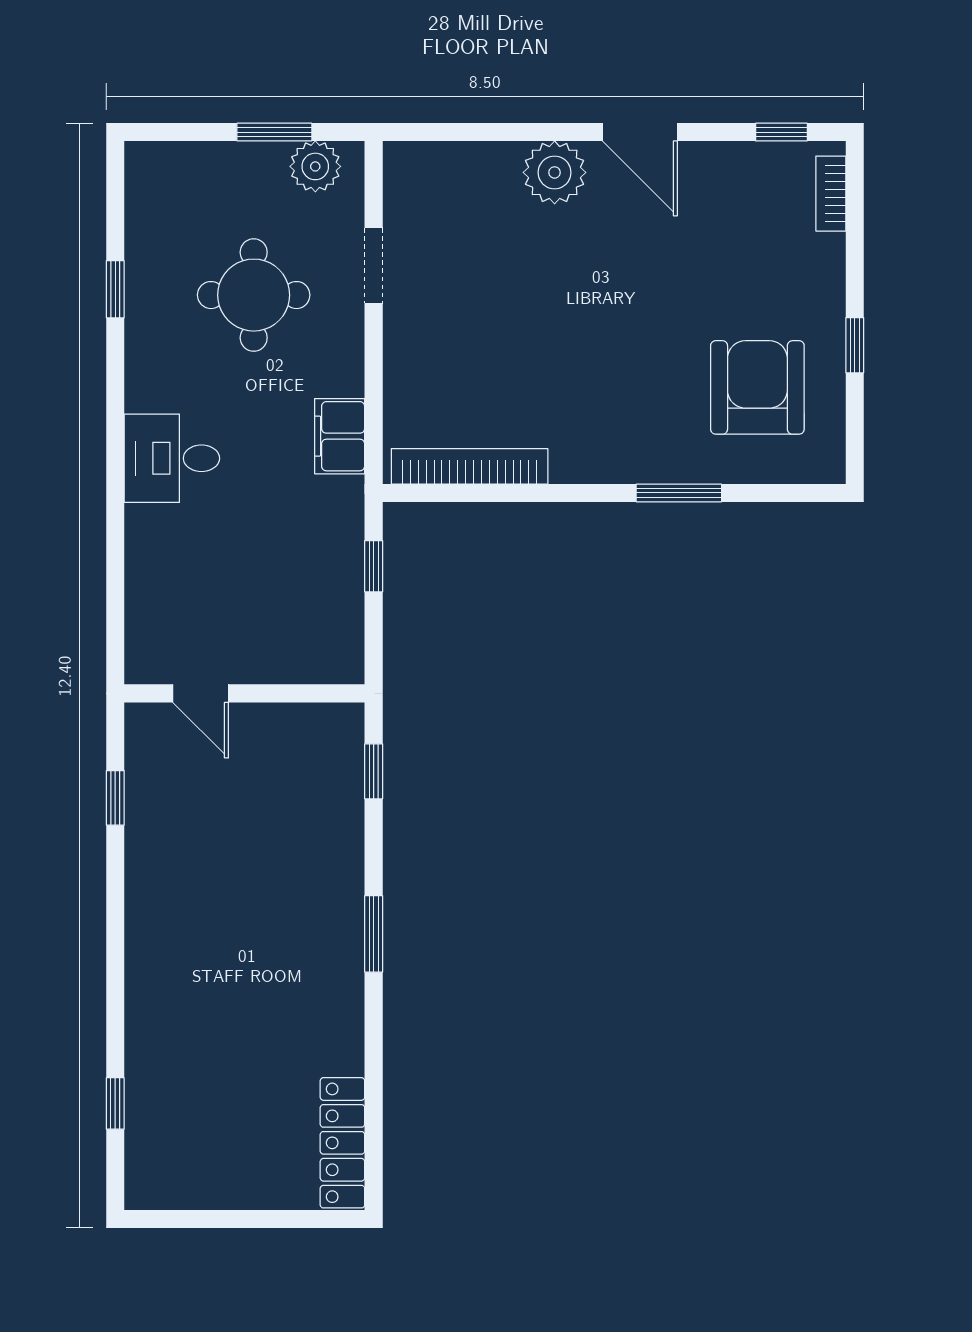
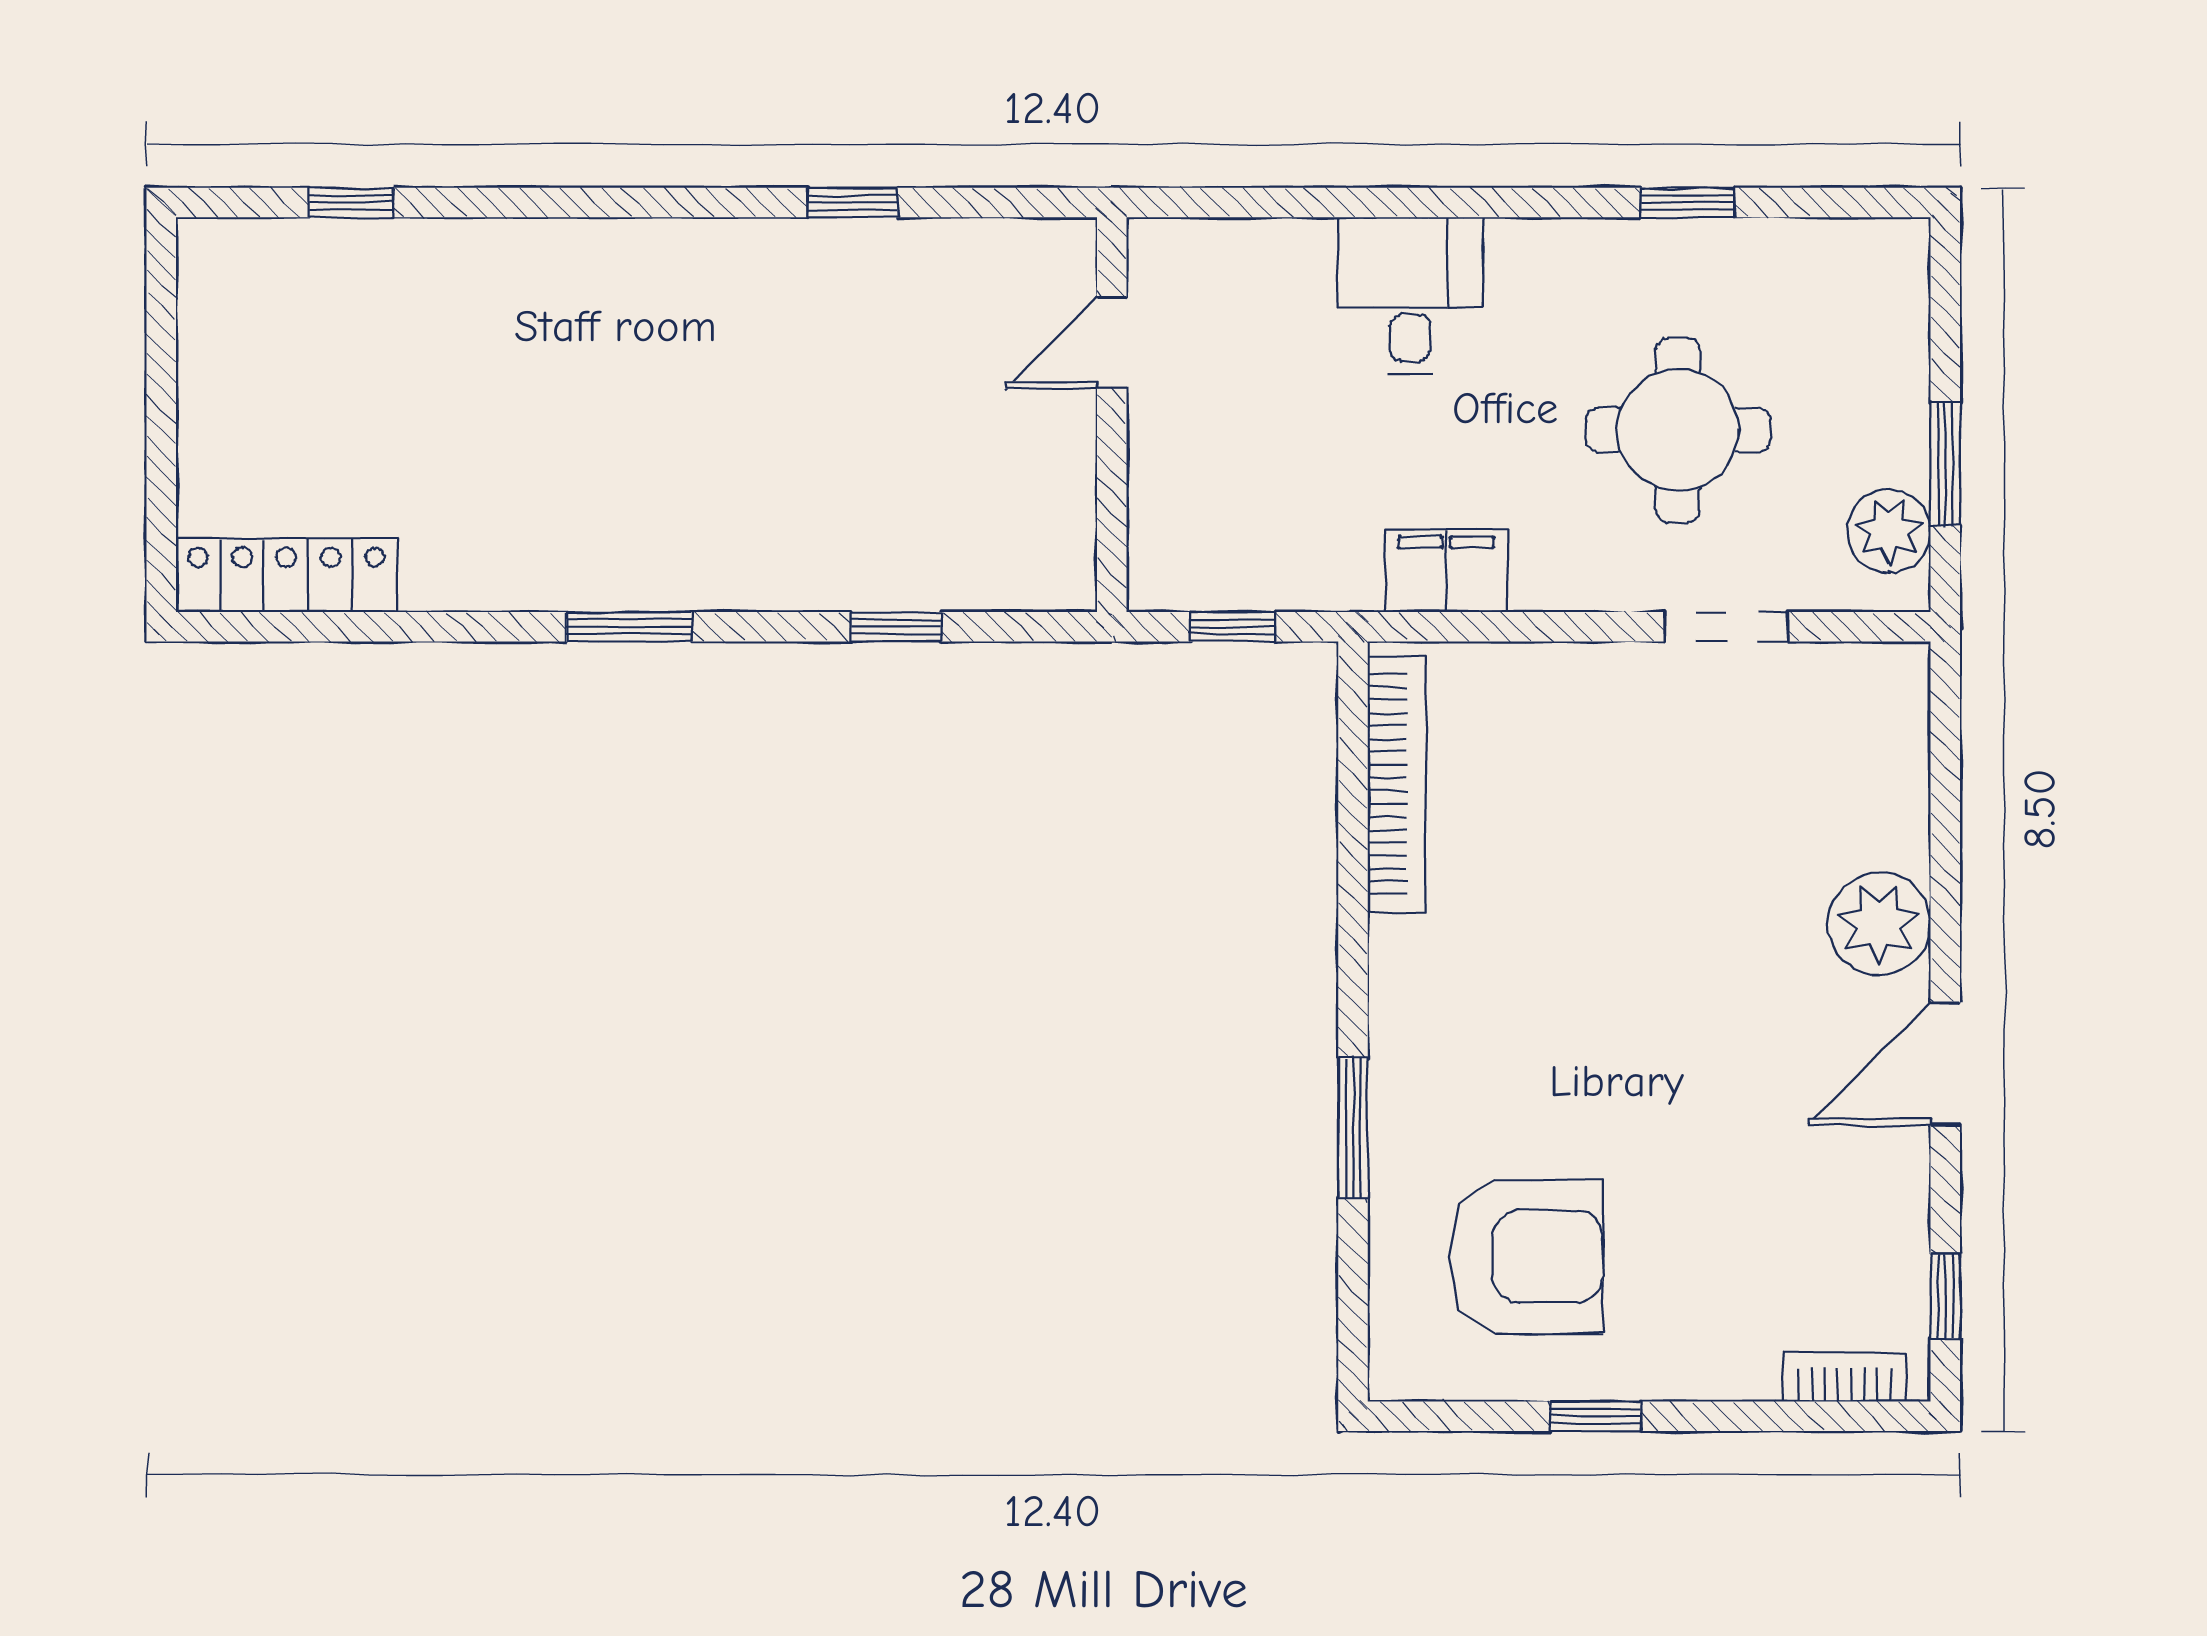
door: (201, 693) -> (1112, 343), moved
wall: (244, 693) -> (1112, 415), moved

